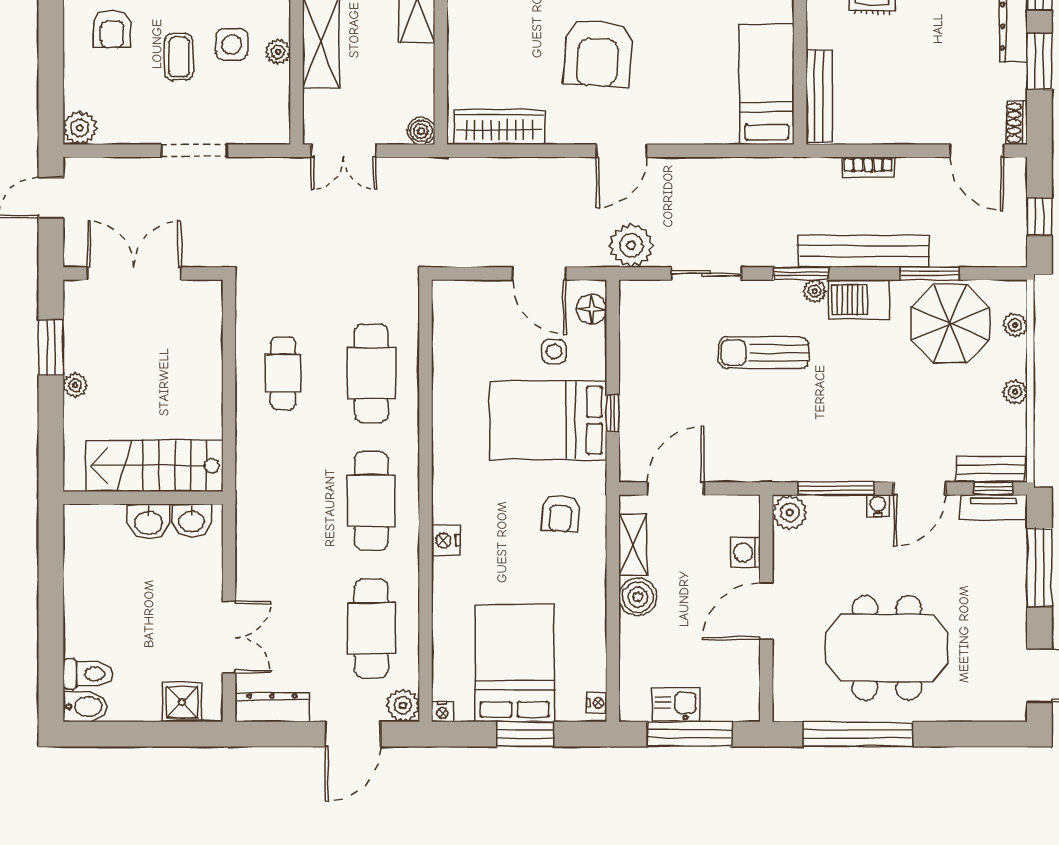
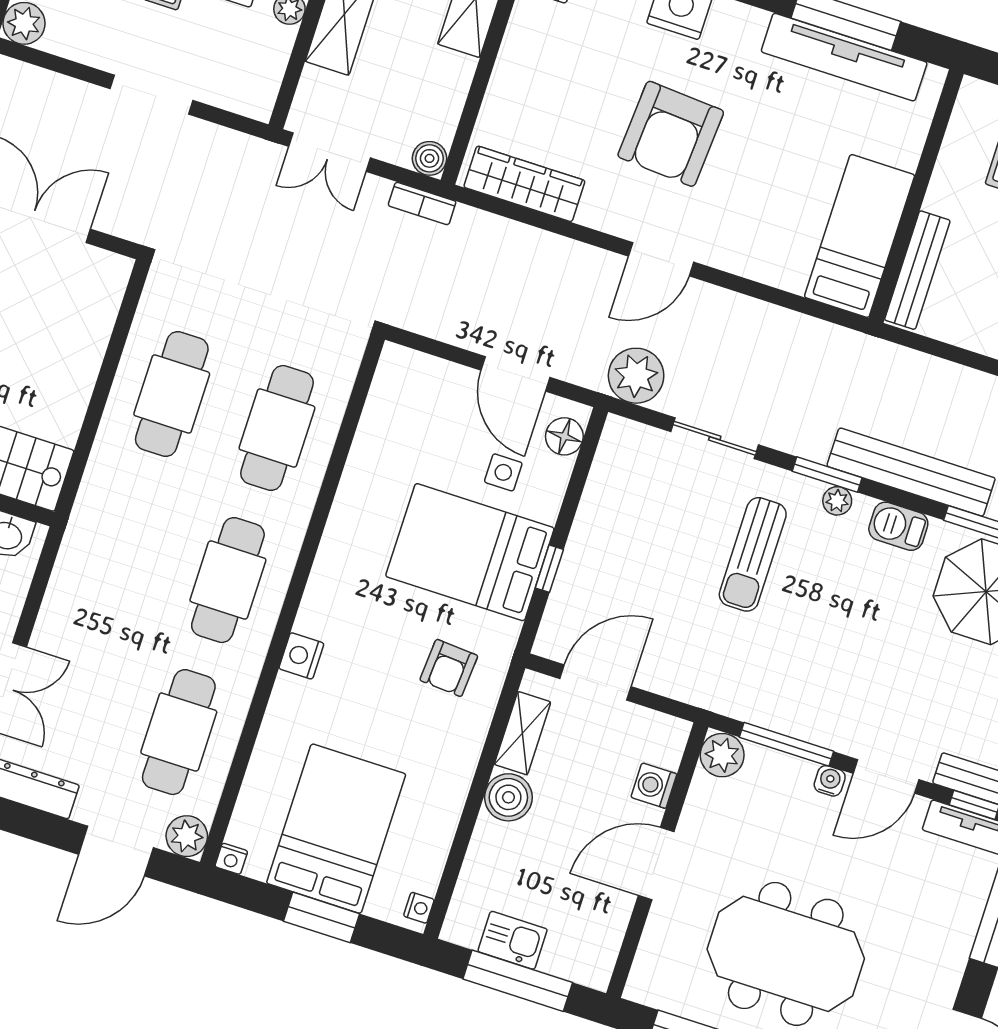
bookcase: (868, 167) -> (422, 203), moved
barbecue: (859, 300) -> (898, 526), width x0.73, depth x0.79
sun lounger: (764, 353) -> (753, 554), turned -90
cafe table: (283, 373) -> (172, 394), width x1.37, depth x1.35

